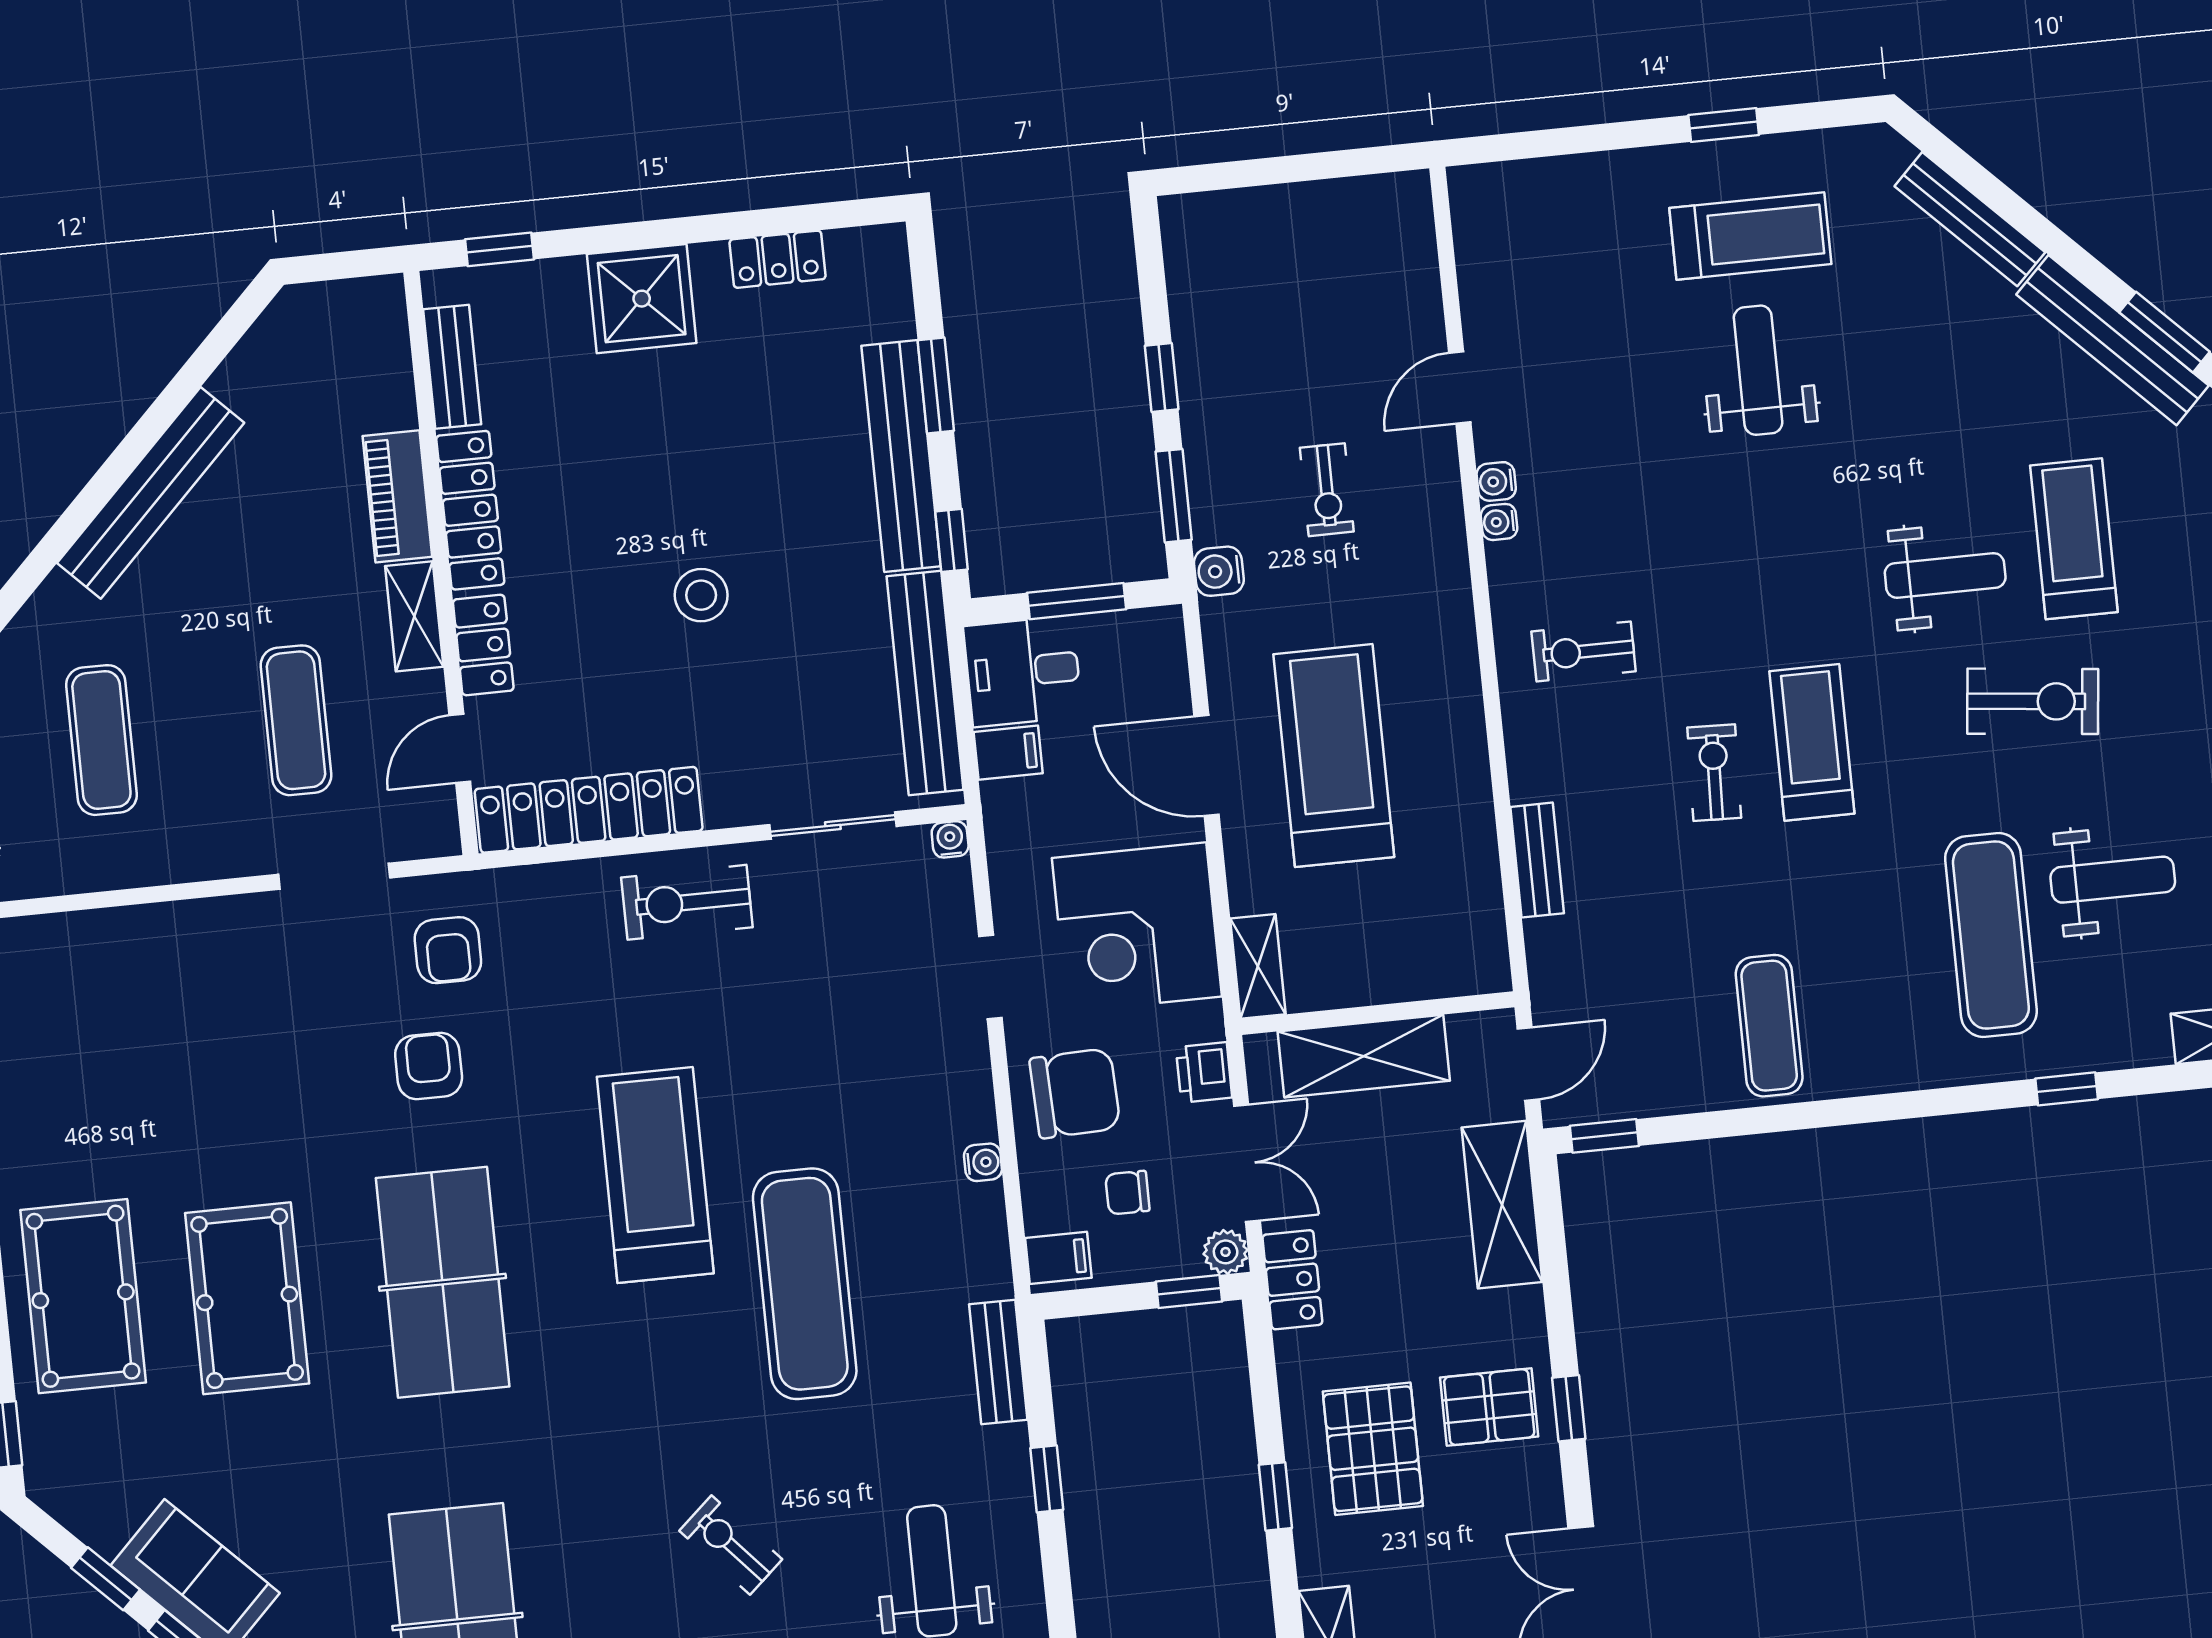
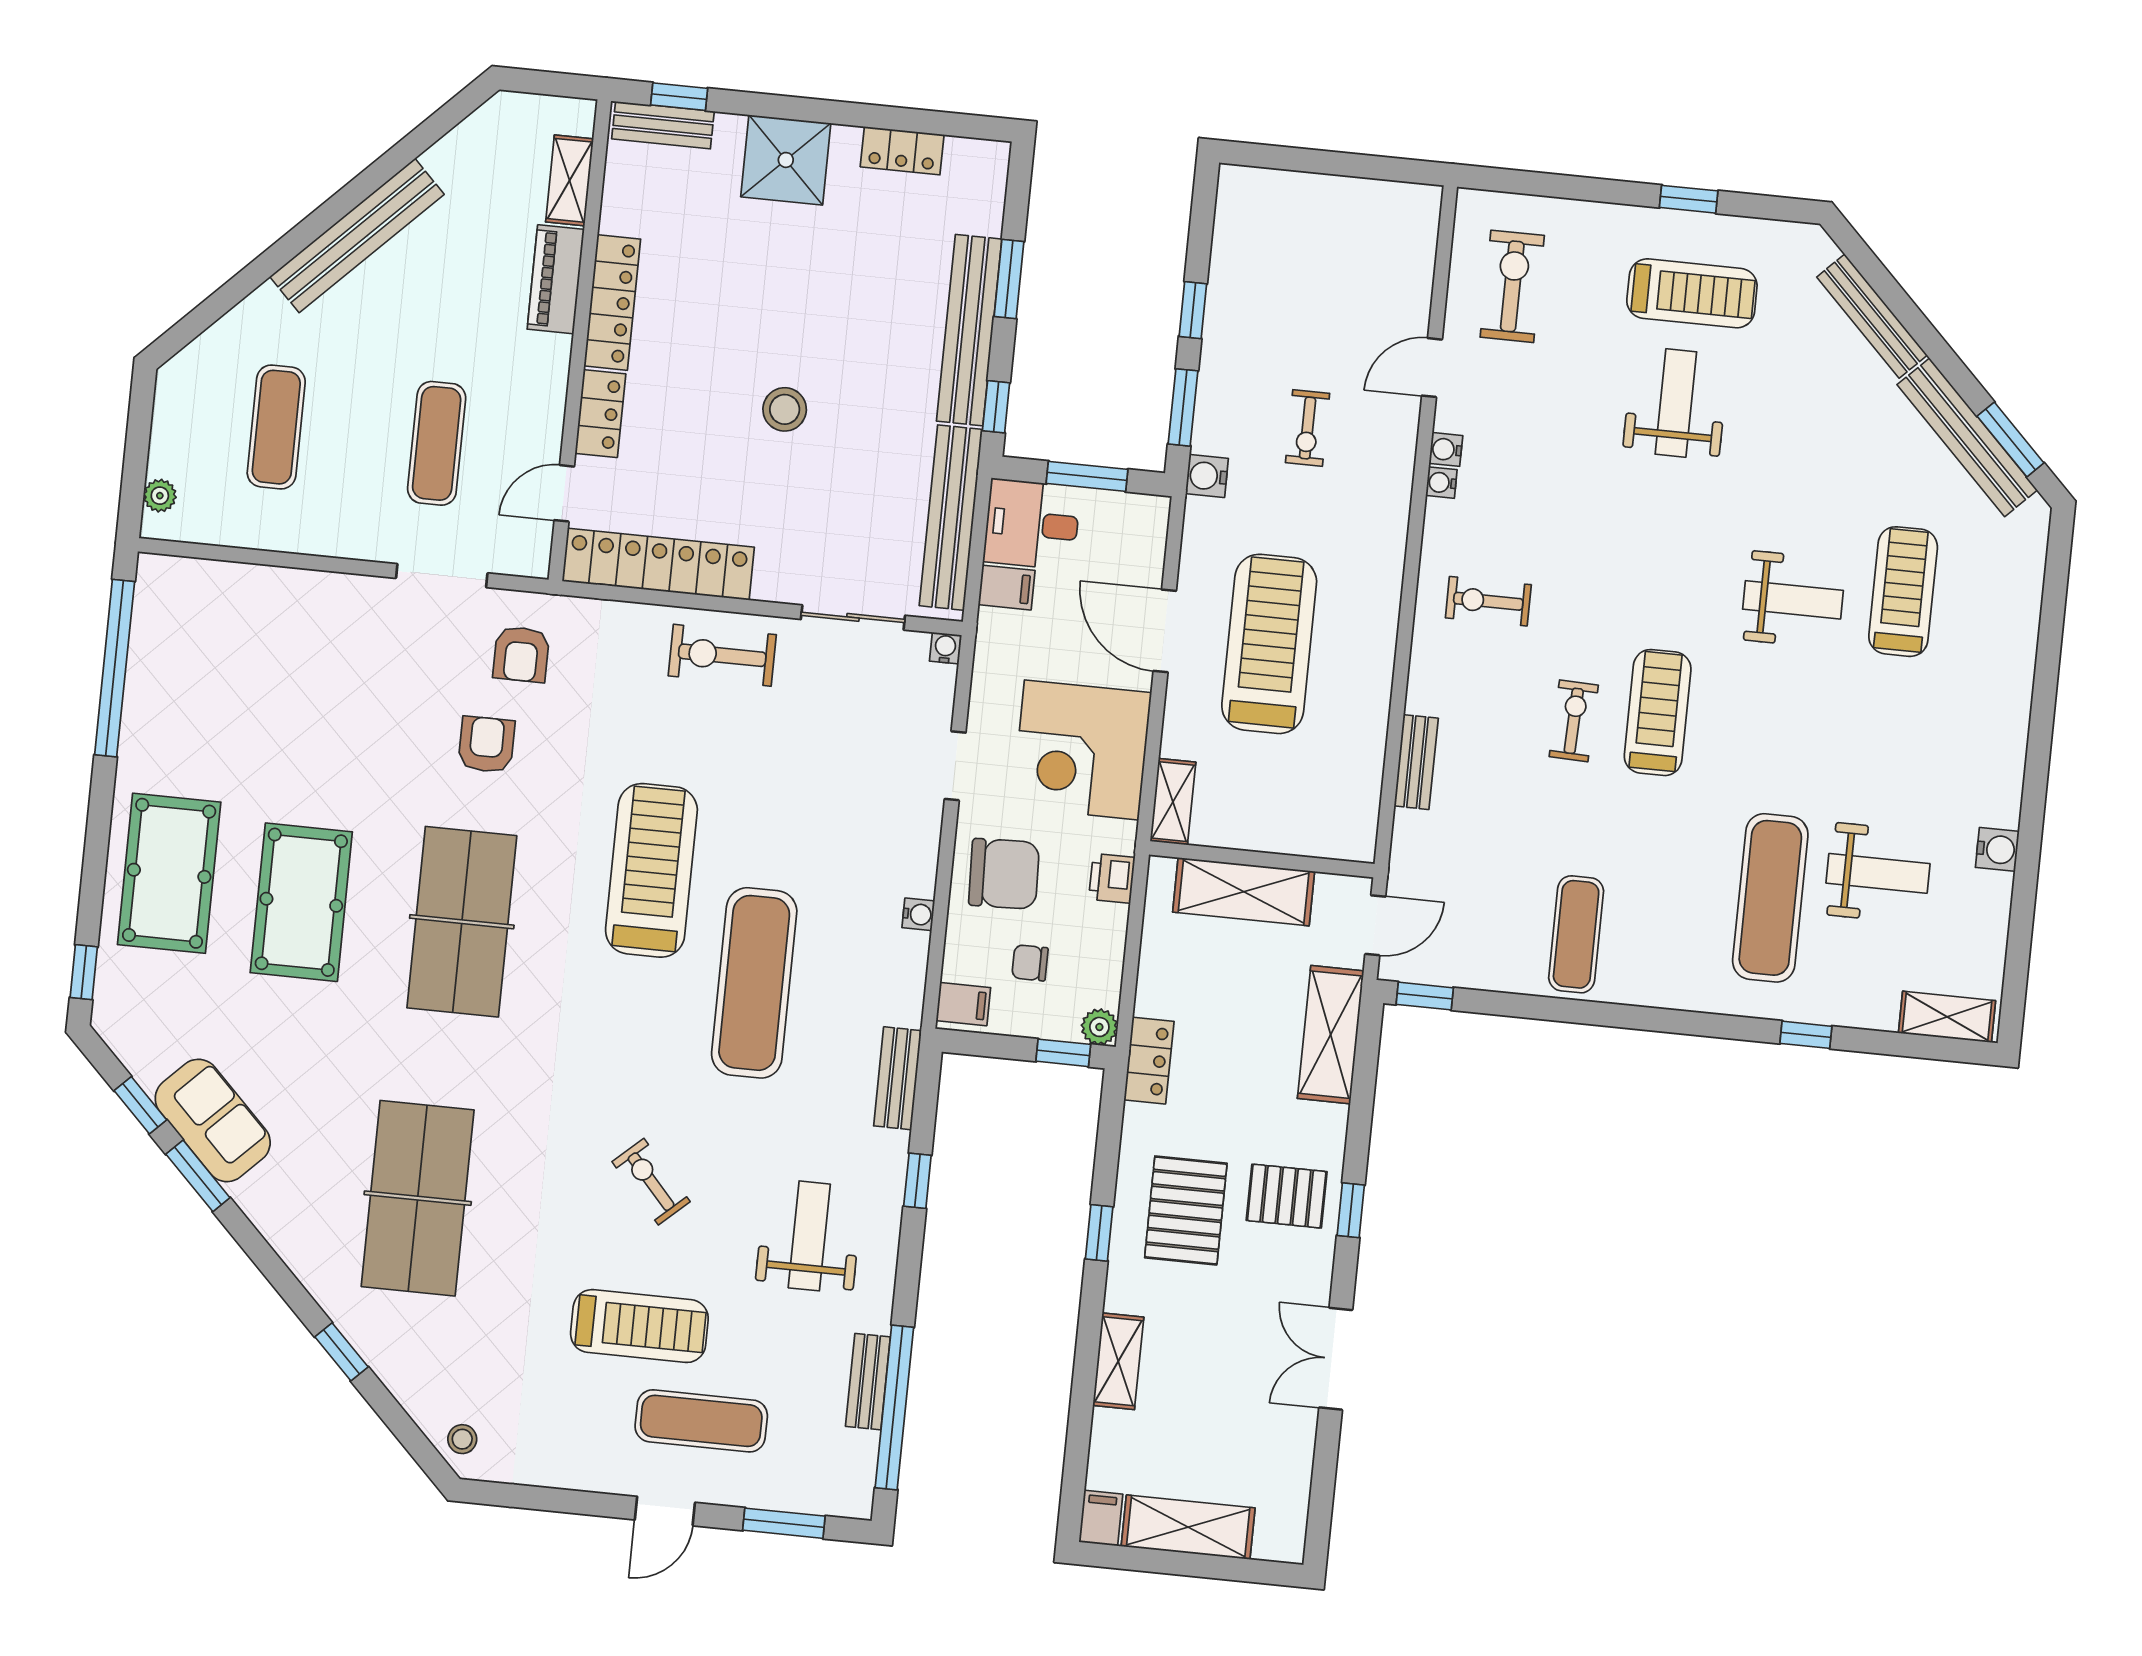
bench: (452, 367) -> (663, 125), moved, turned 90
shelving: (414, 616) -> (570, 180), moved
exercise bike: (2033, 701) -> (1512, 286), moved, turned -96
double door: (1247, 1163) -> (1131, 959), removed

